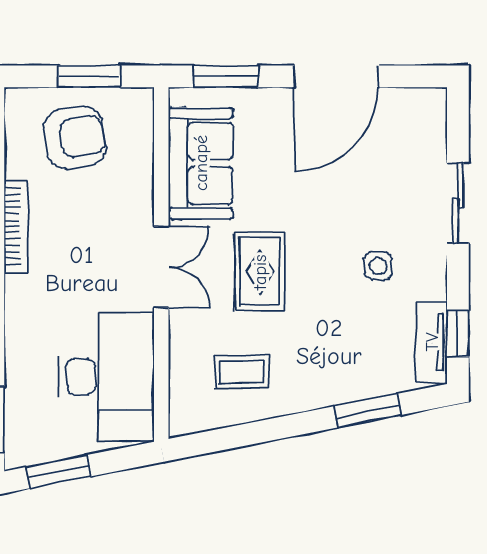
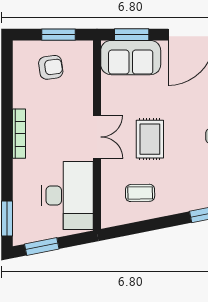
armchair: (75, 138) -> (51, 67), width x0.72, depth x0.72
sofa: (201, 163) -> (131, 58), moved, turned 90
bookcase: (16, 226) -> (19, 134), moved

